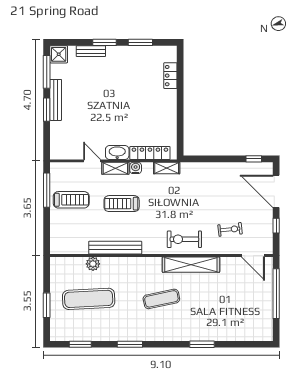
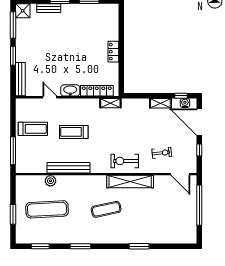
locker: (170, 76) -> (113, 52), moved
bench: (56, 100) -> (20, 79), moved
shelving: (115, 168) -> (160, 103), moved
water cooler: (136, 168) -> (185, 103), moved
window: (47, 190) -> (13, 151), moved

